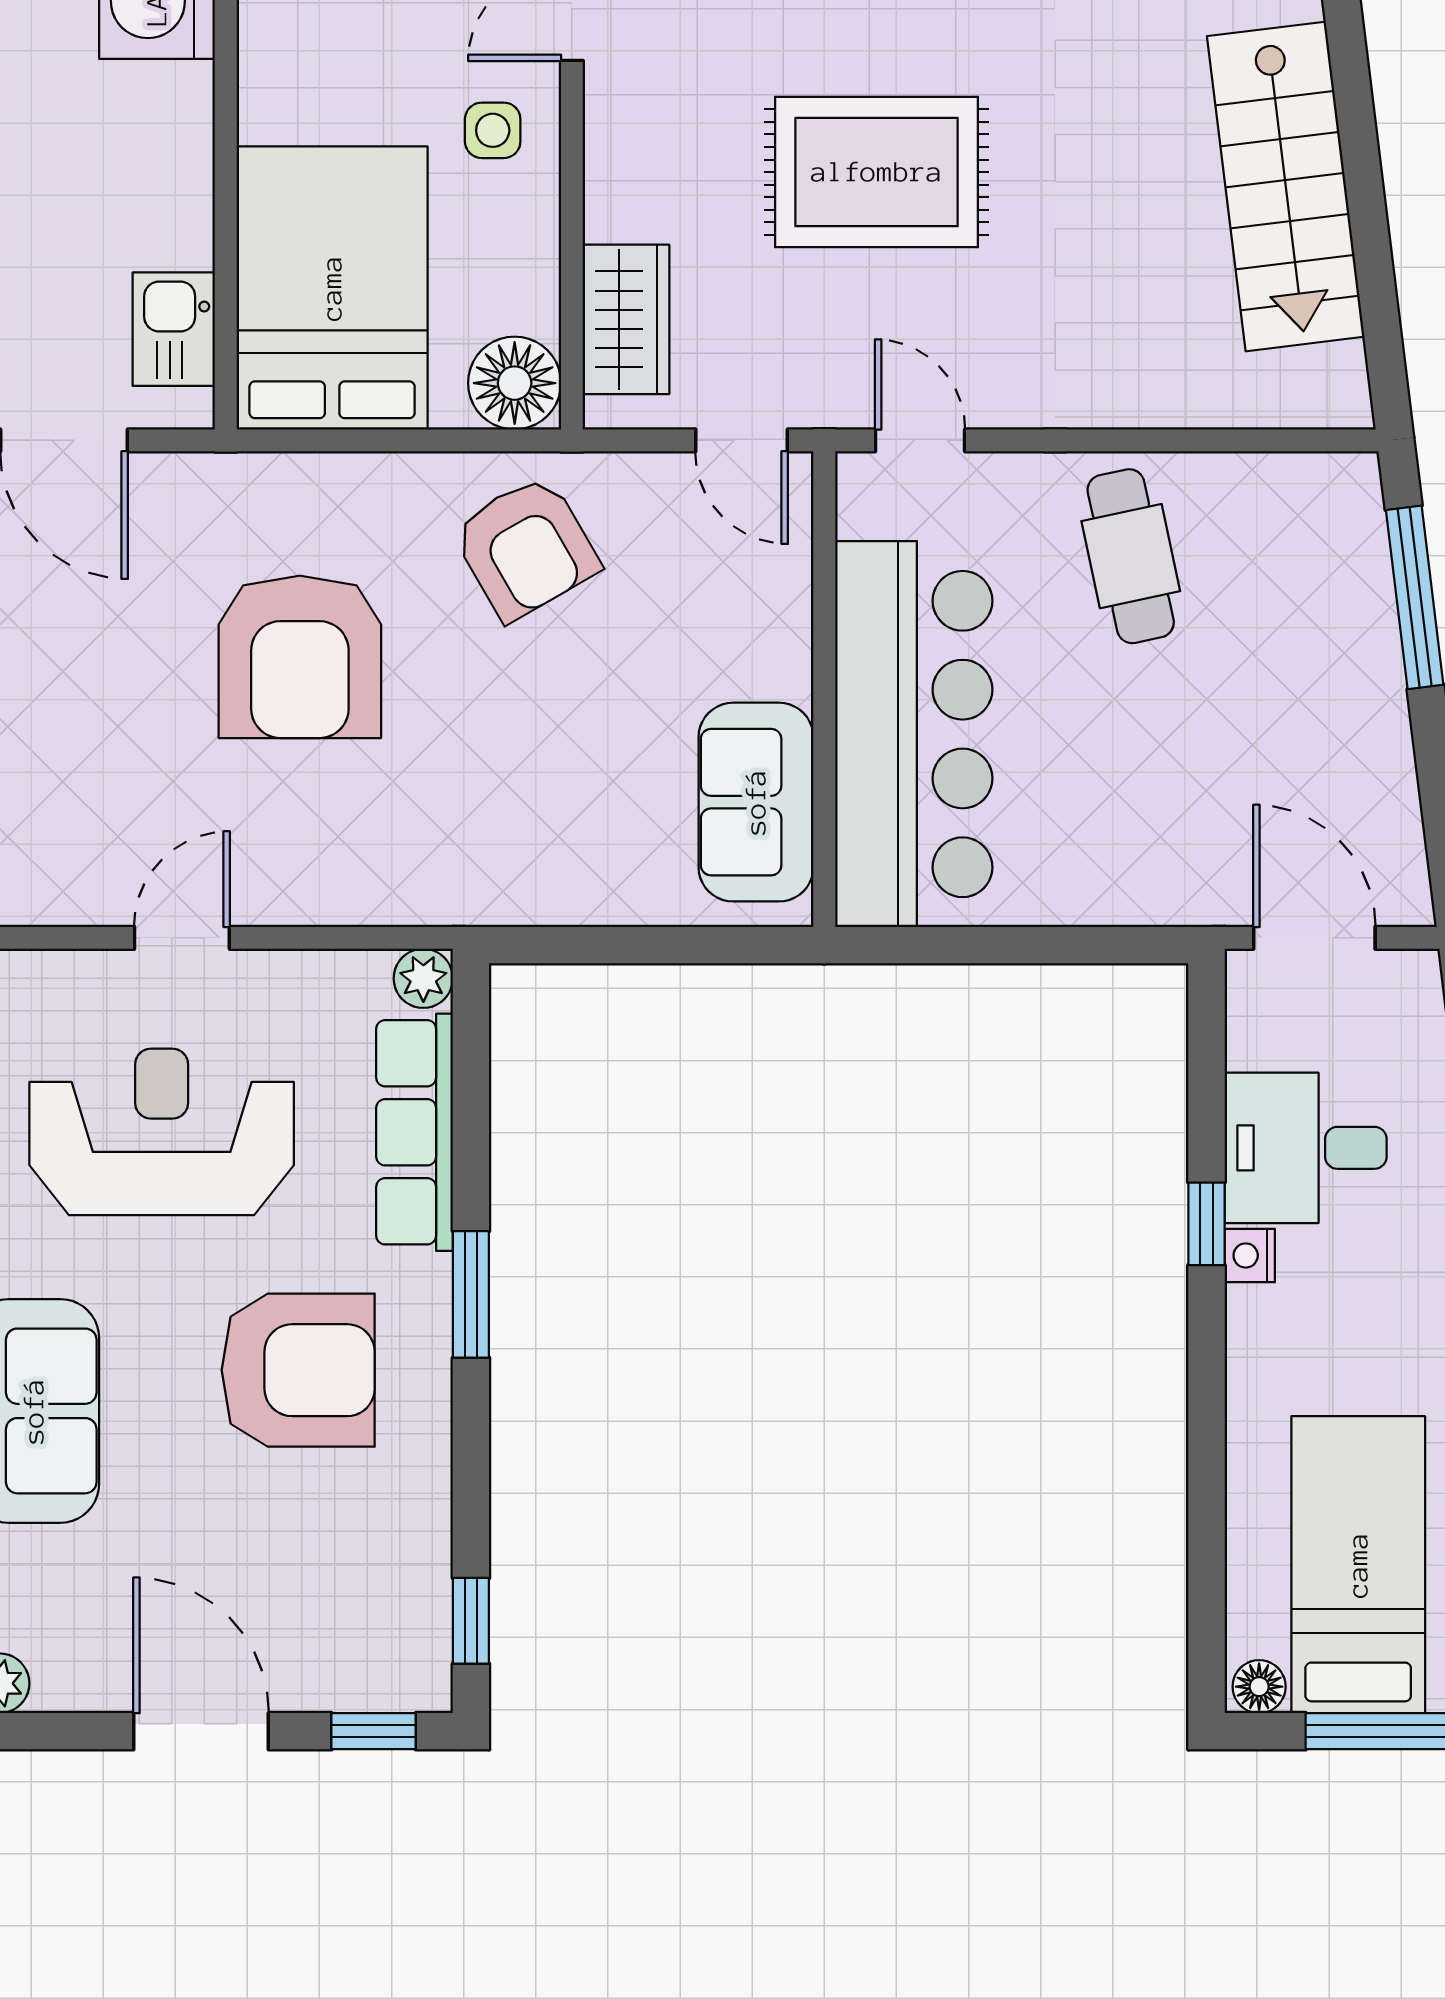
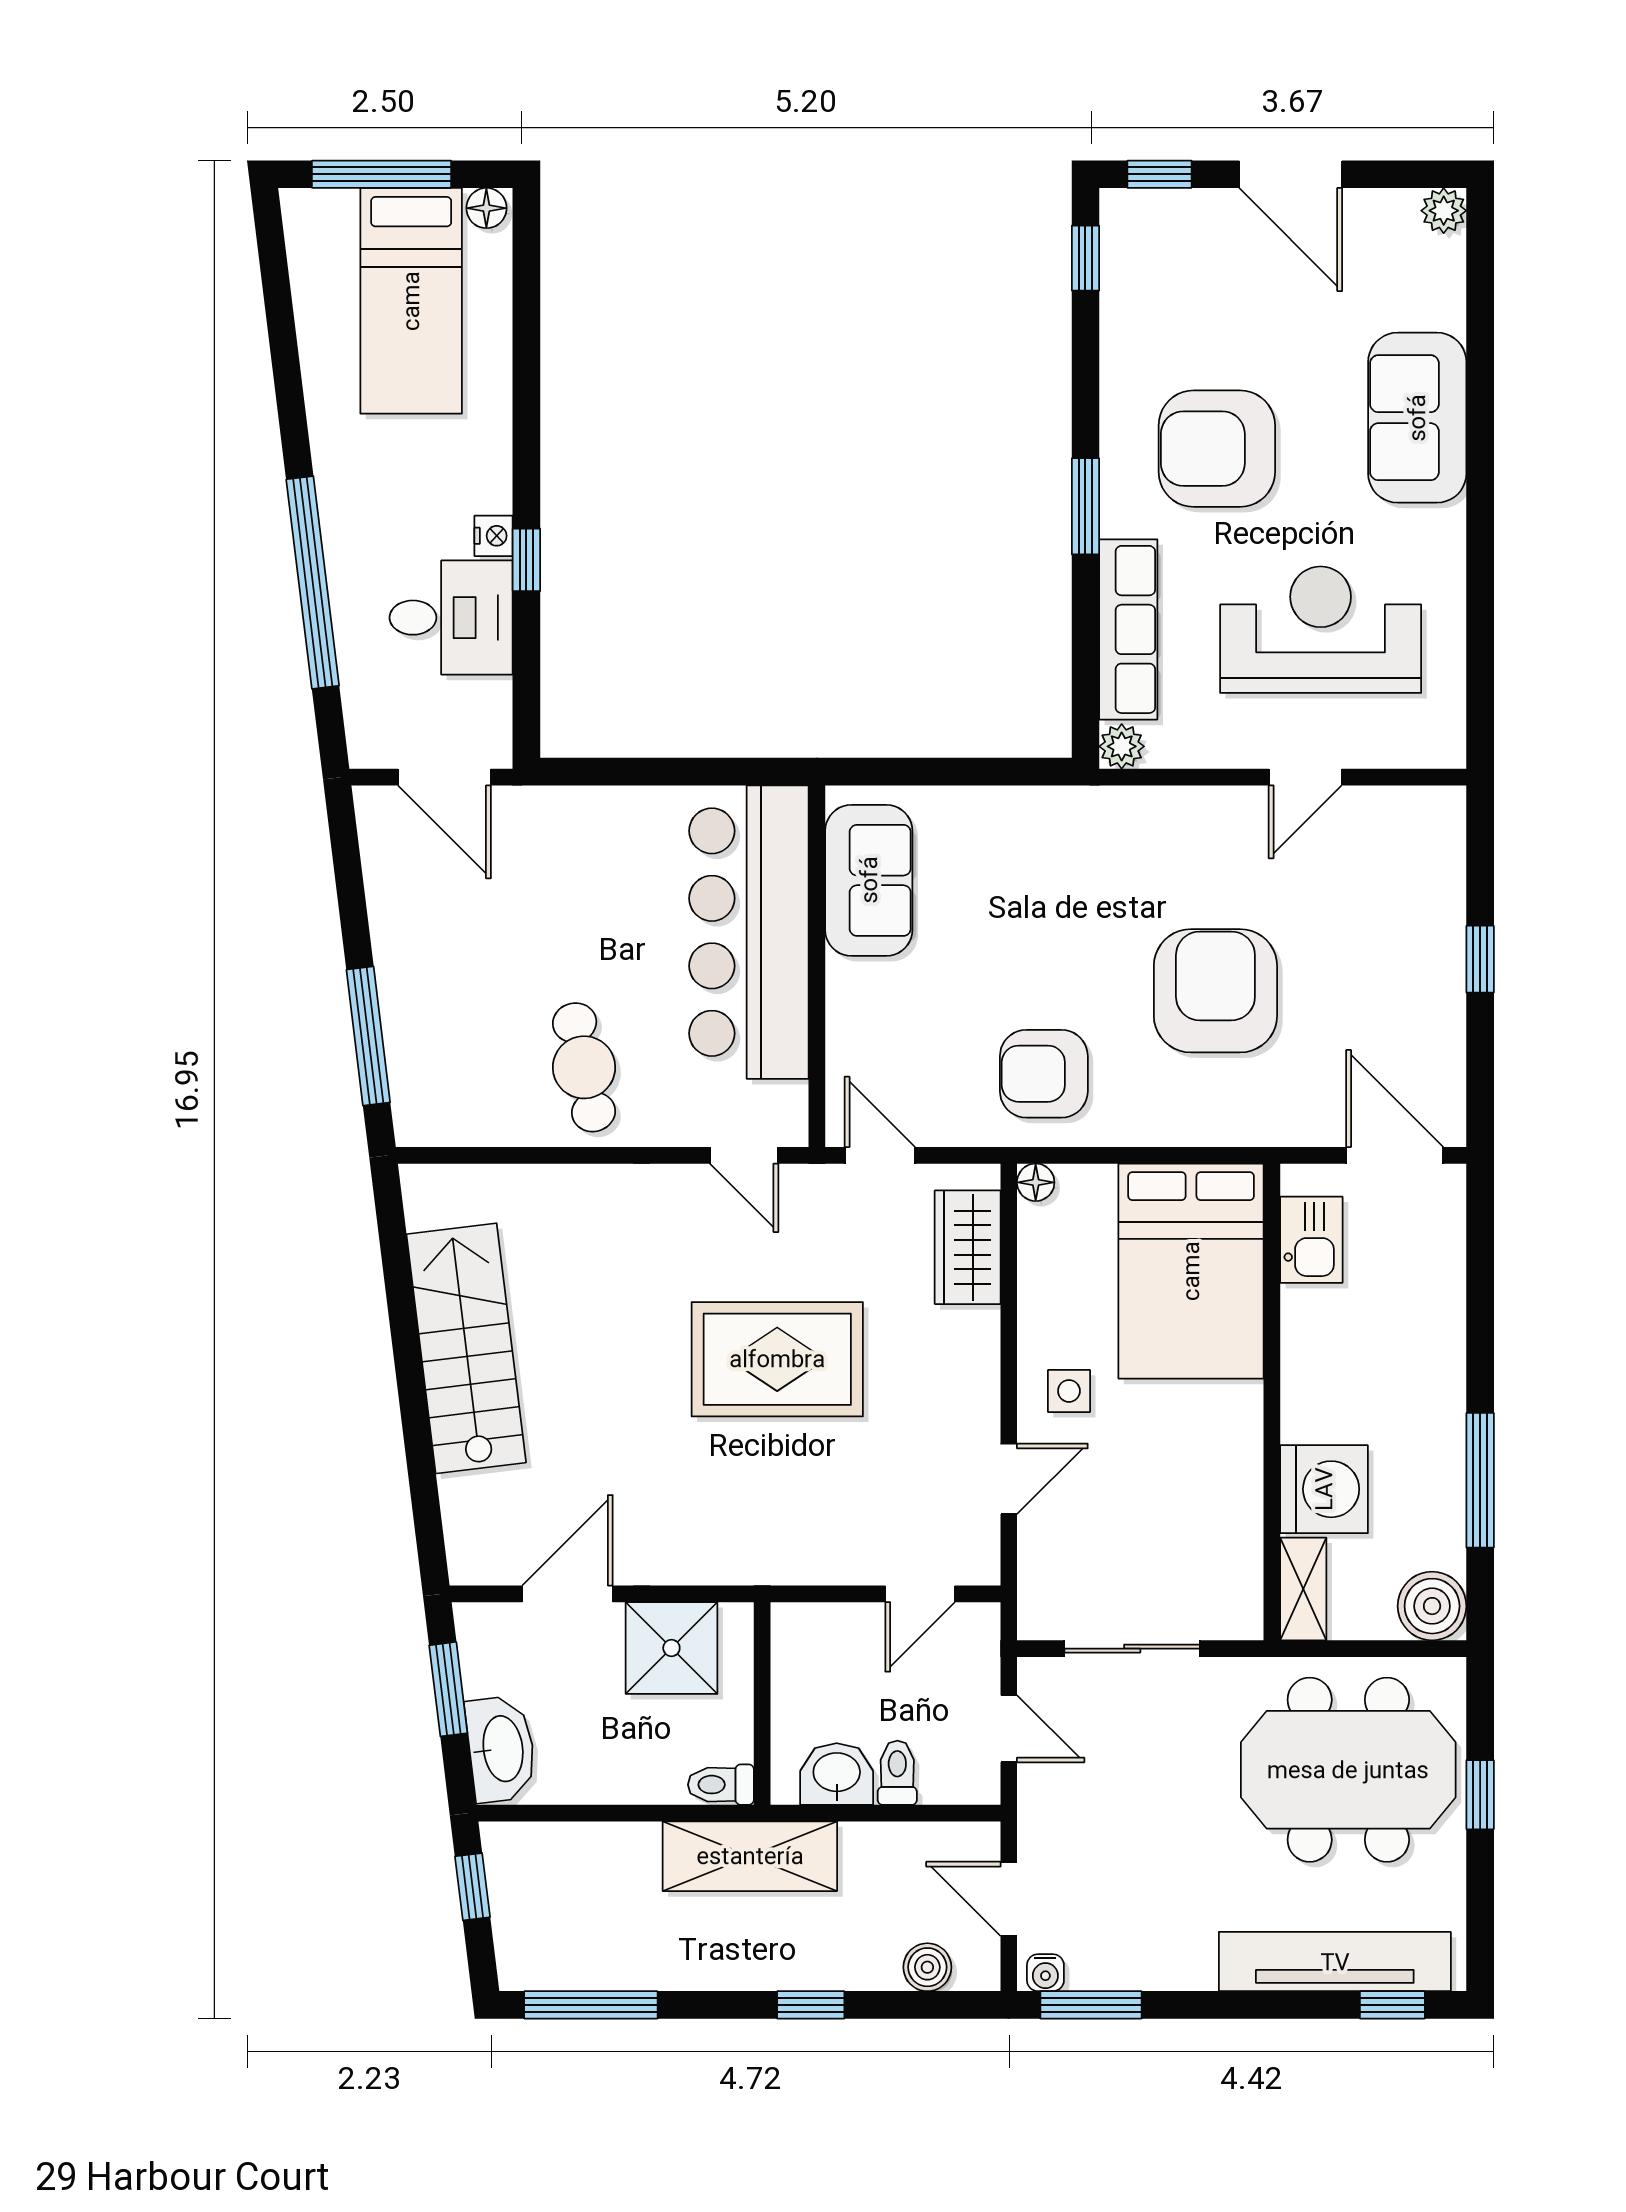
floor lamp: (515, 383) -> (1036, 1182), width x0.53, depth x0.53
armchair: (526, 548) -> (1044, 1074), turned -60
reception desk: (162, 1132) -> (1321, 630), turned 180

